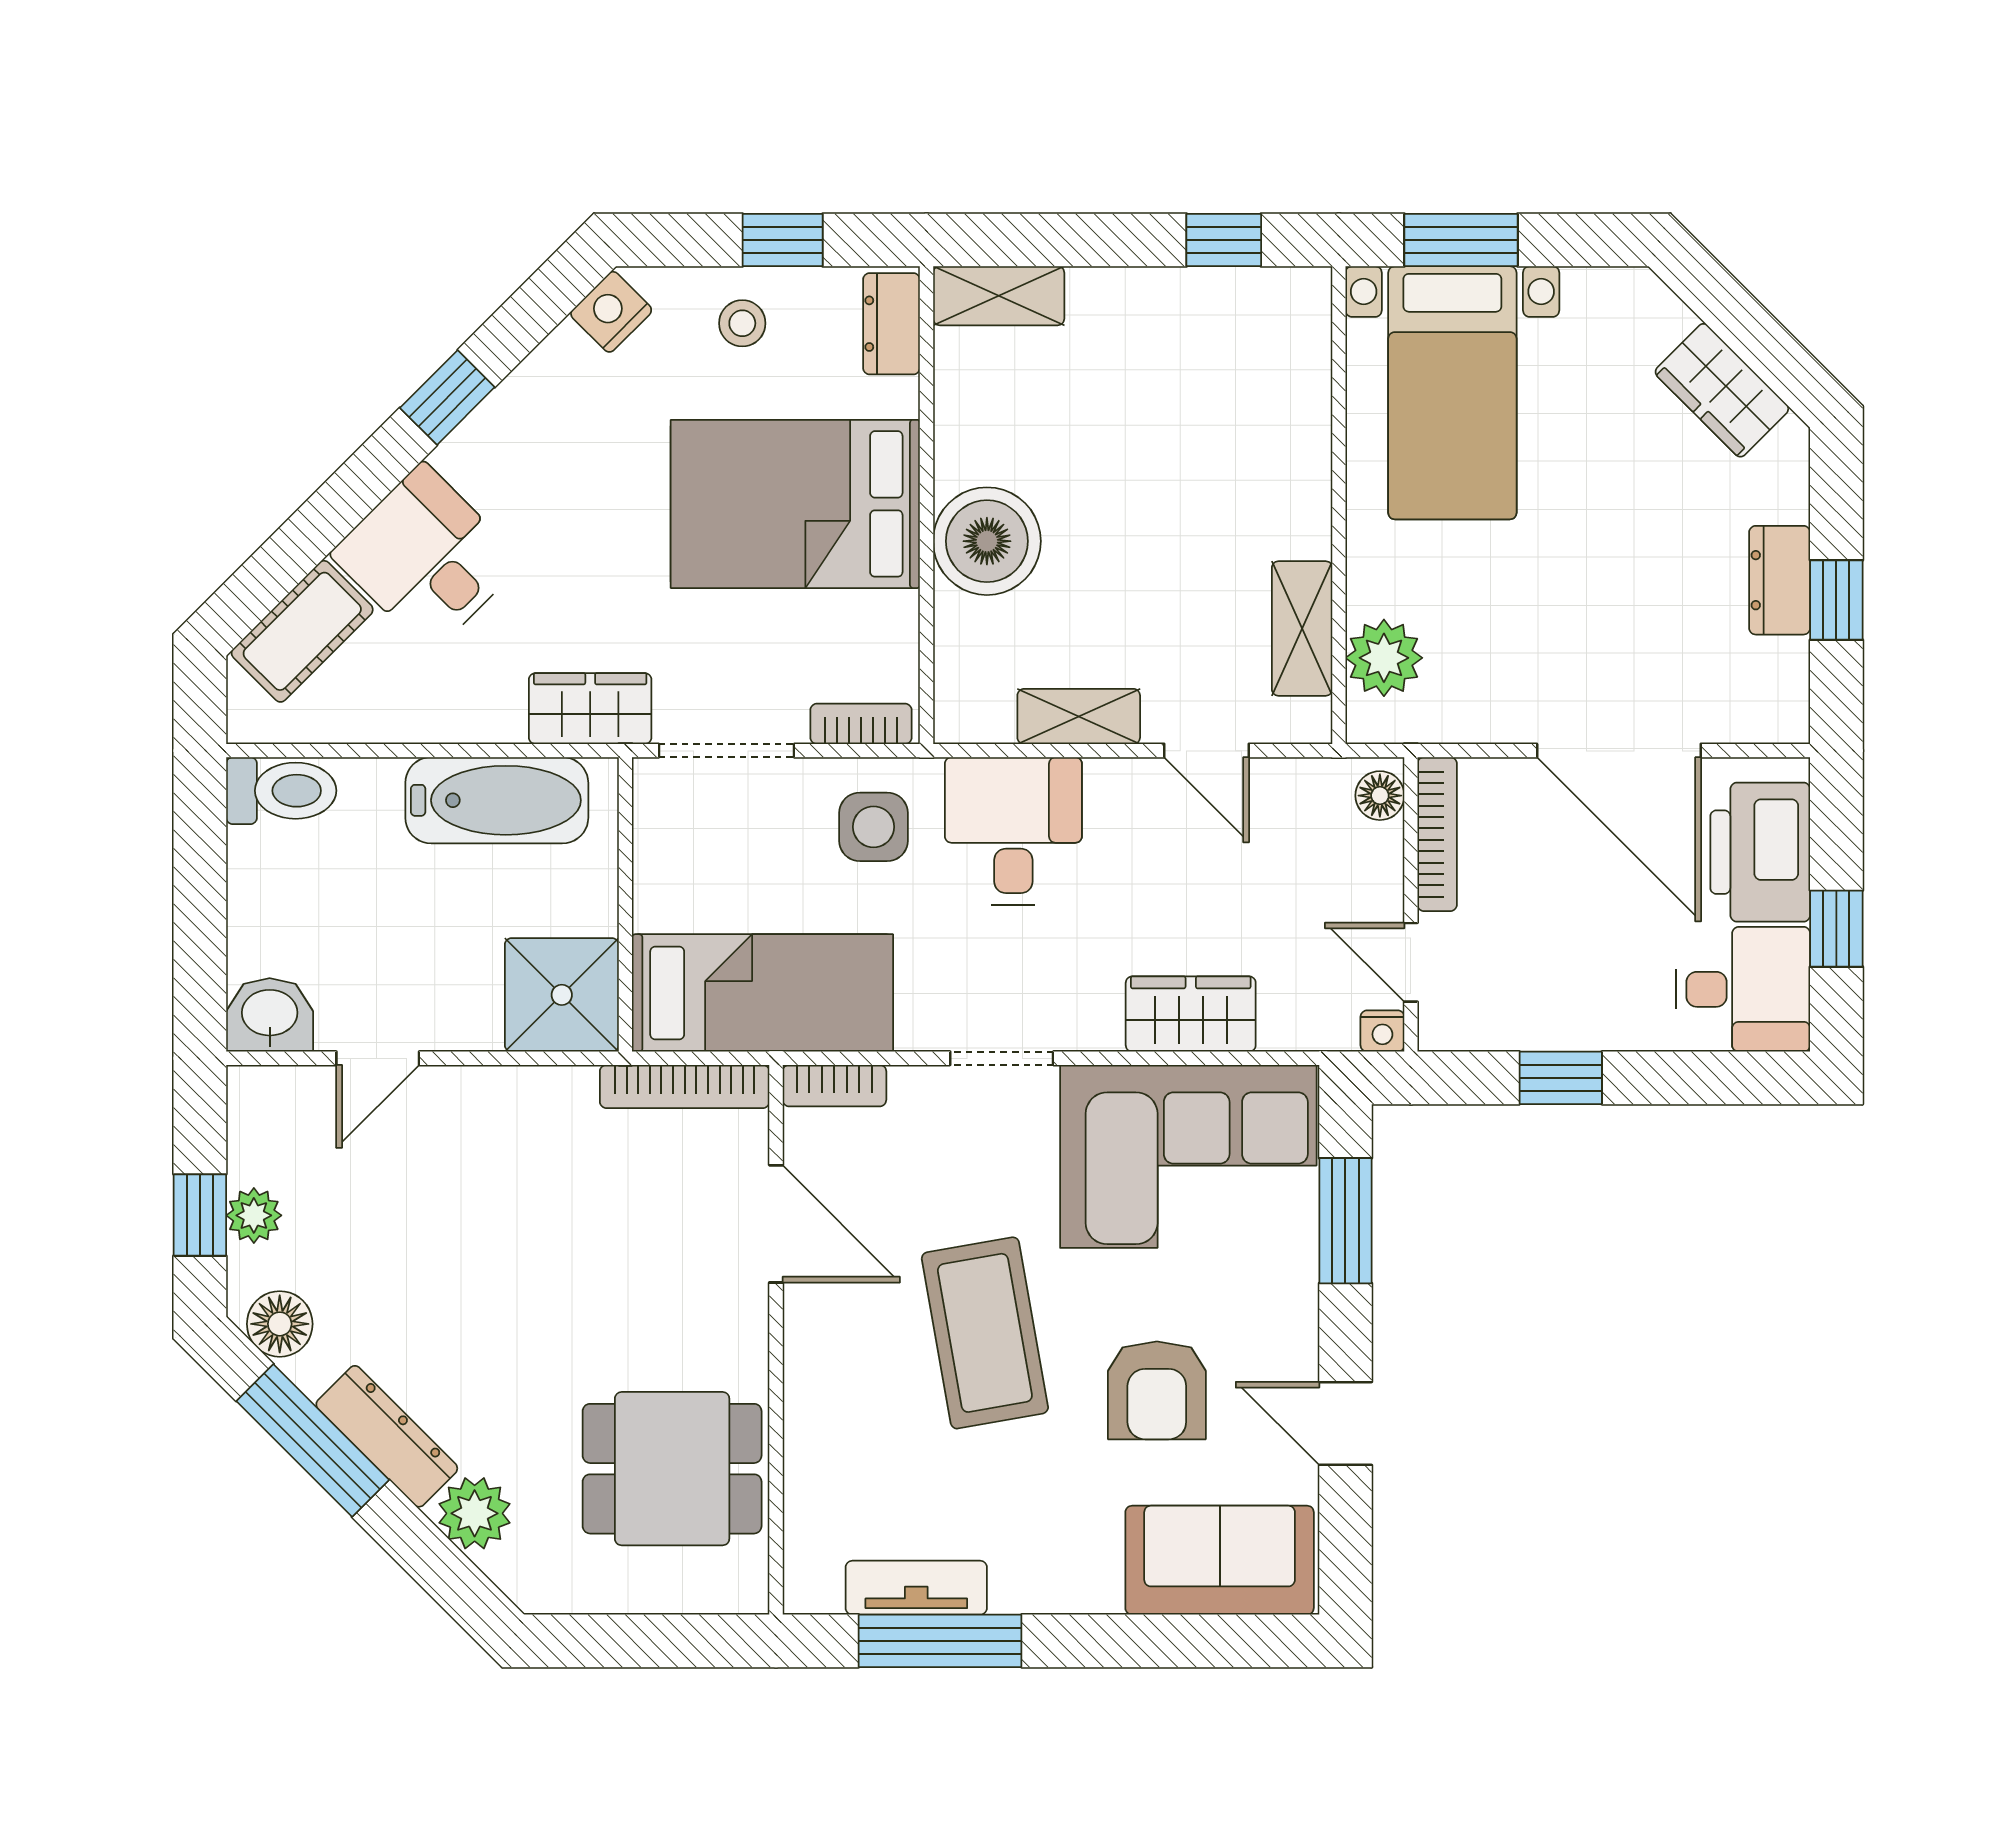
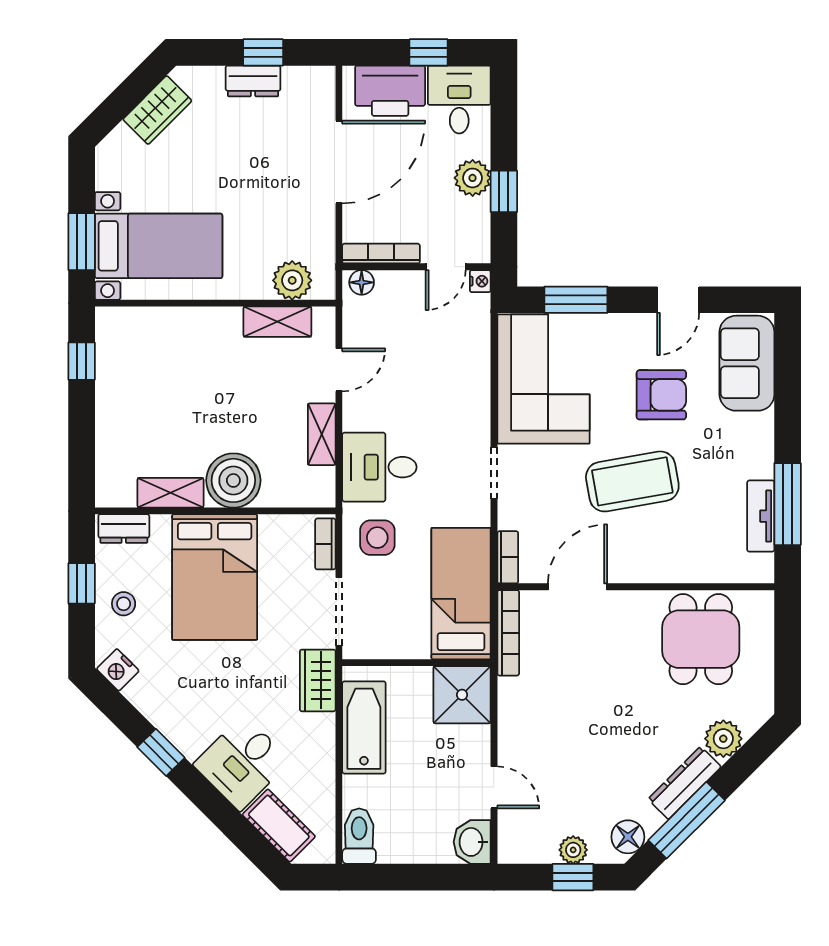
shelving: (999, 296) -> (171, 493), moved, turned 90
wardrobe: (1191, 1014) -> (472, 378), removed
plant: (1587, 1016) -> (473, 178), added

